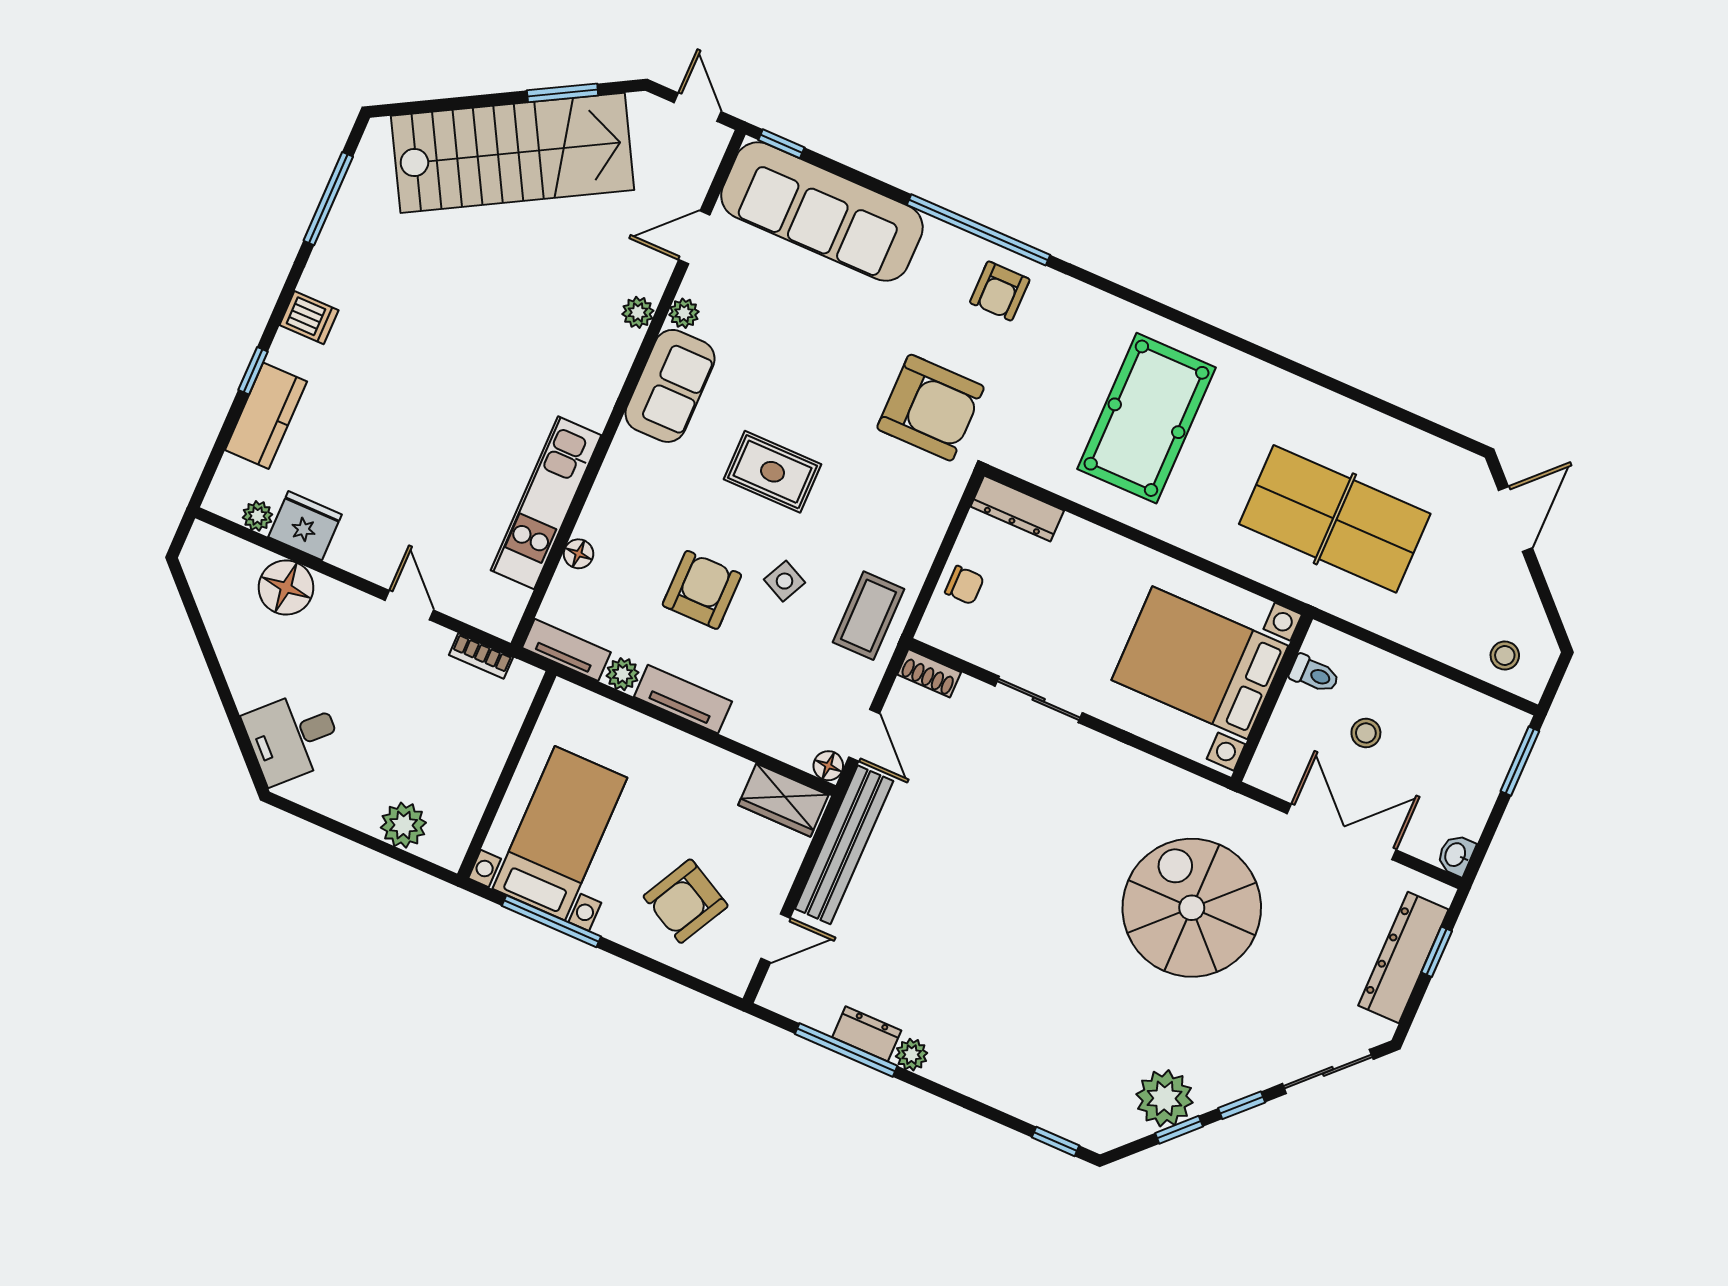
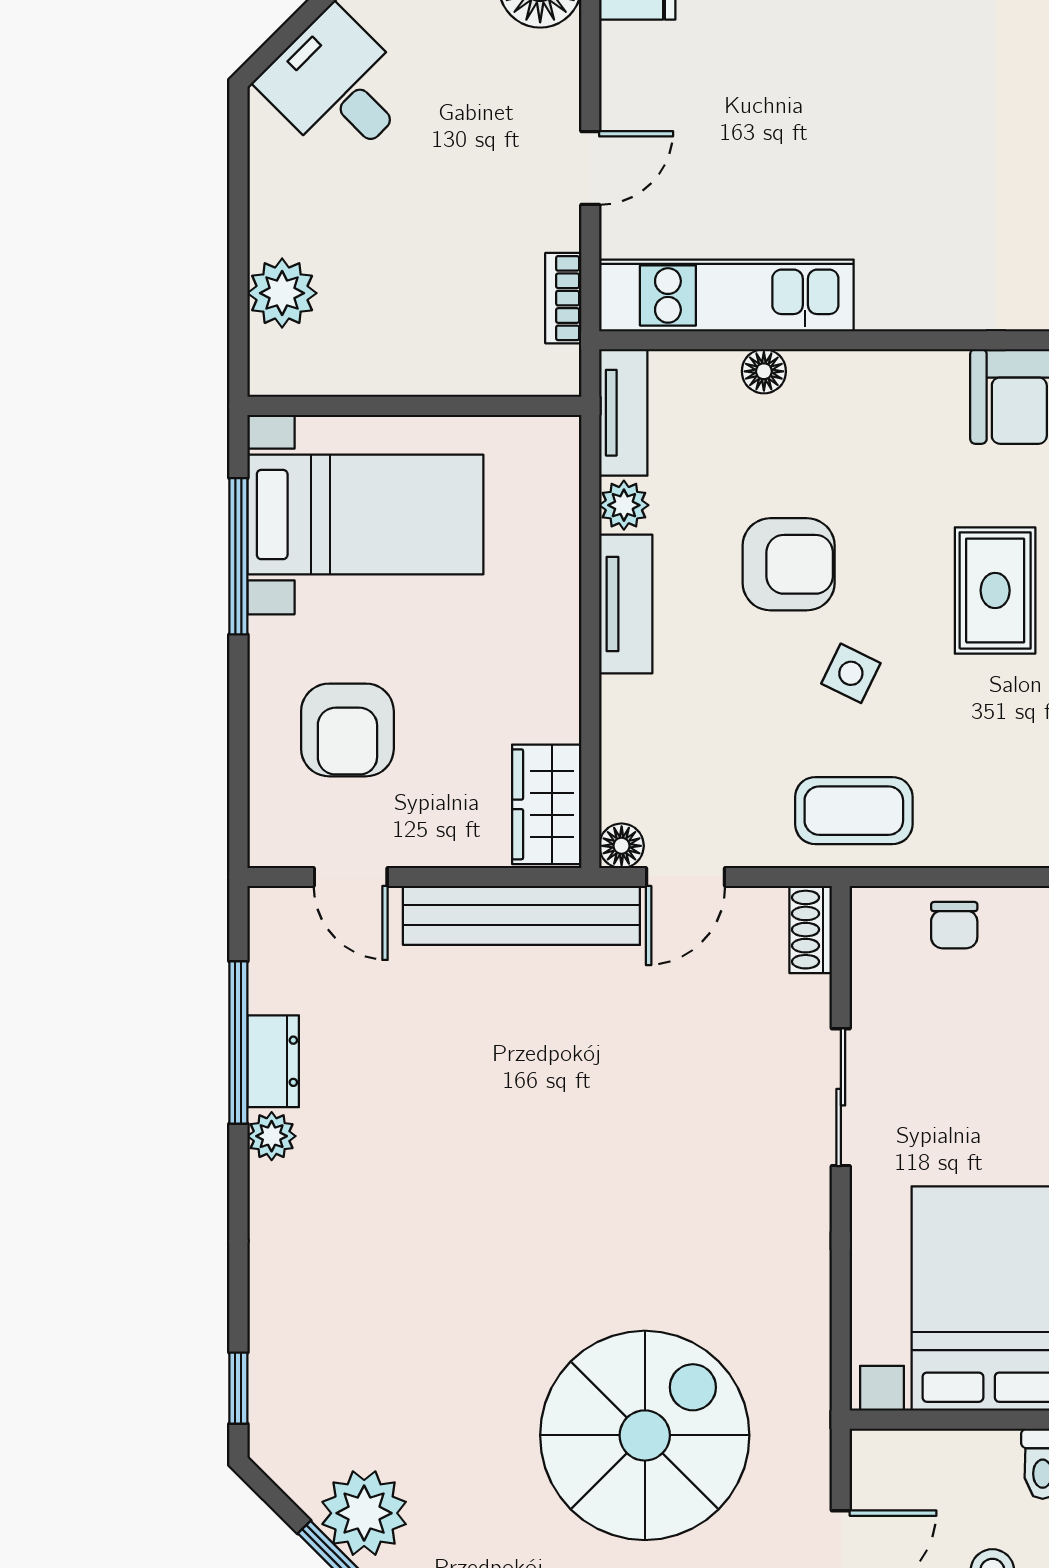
kitchen unit: (546, 503) -> (726, 295), moved
armchair: (686, 901) -> (347, 730), turned -118

